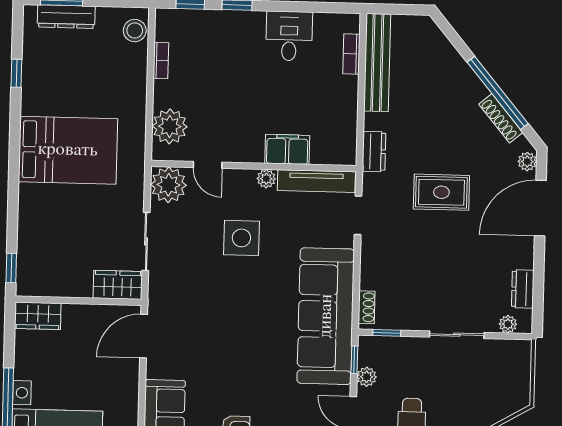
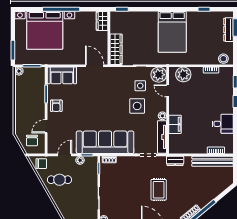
door: (208, 165) -> (168, 91), hinge flipped
side table: (194, 229) -> (140, 86), added
wardrobe: (118, 285) -> (116, 49), width x1.50

